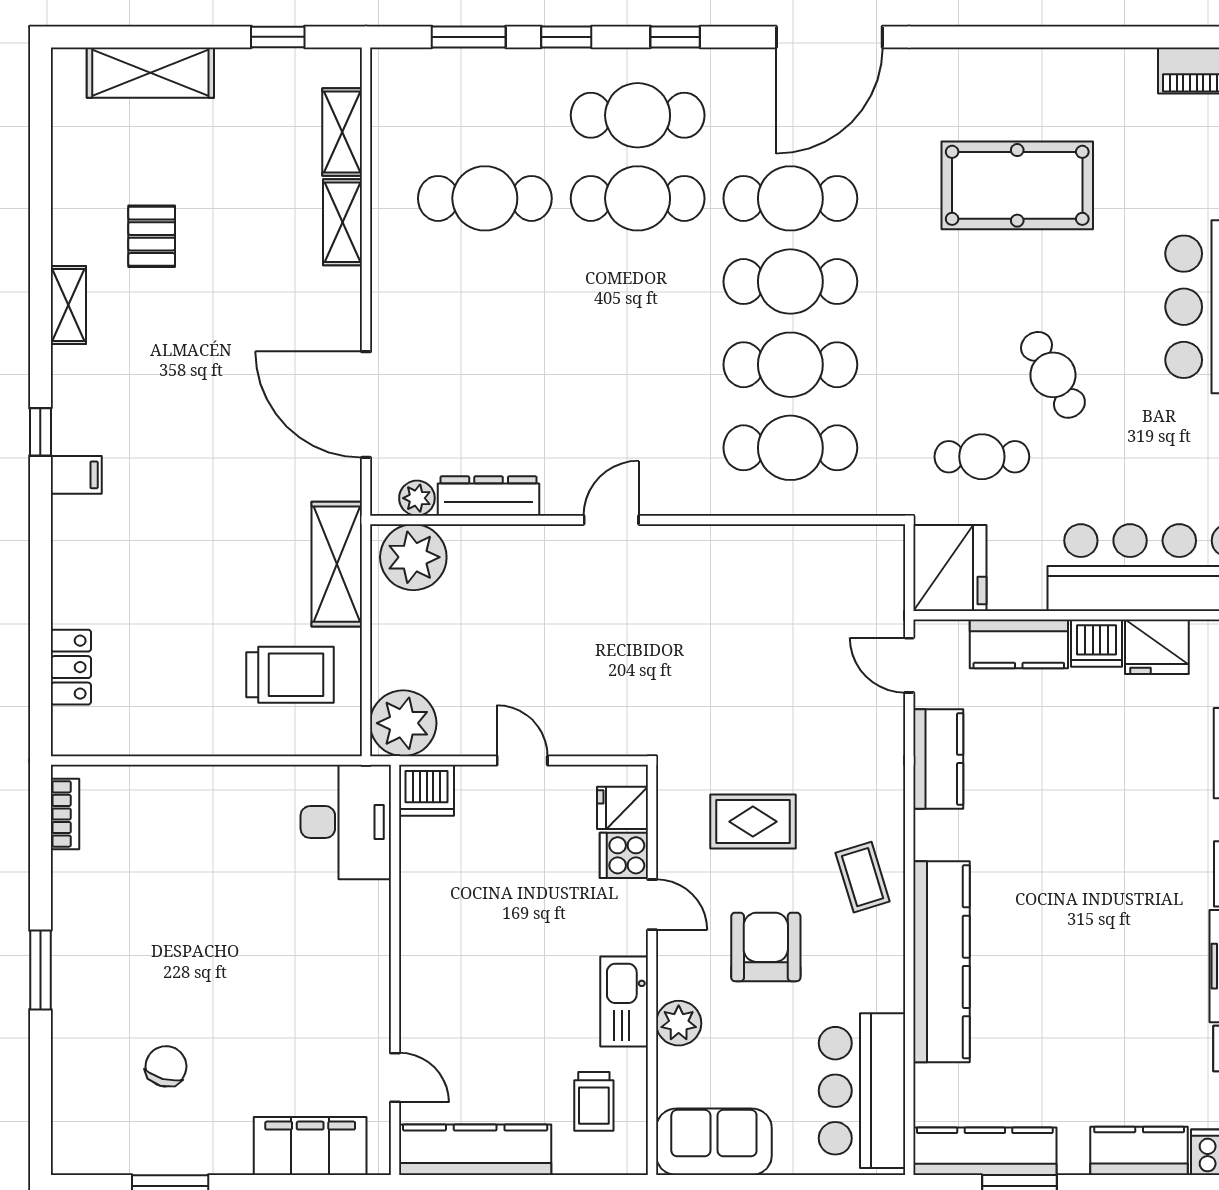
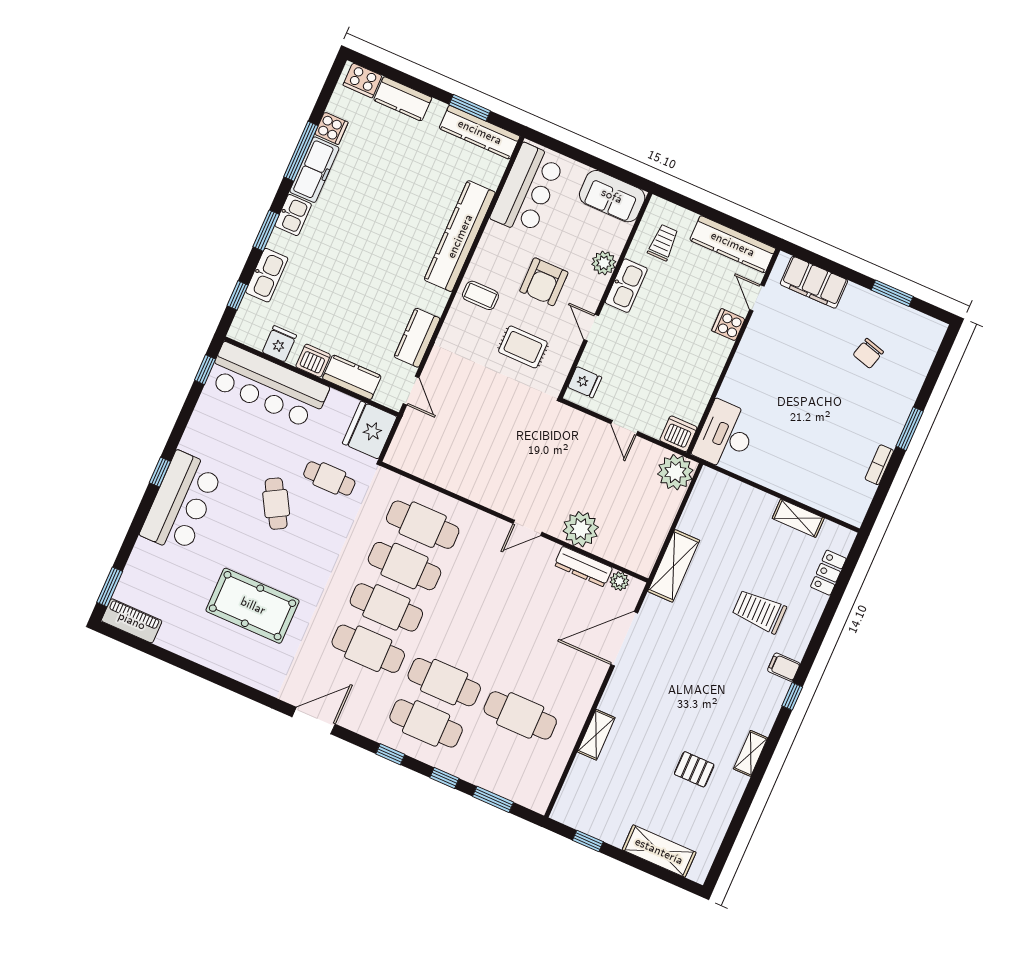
door: (829, 37) -> (314, 721), width x0.73
shelving: (342, 132) -> (798, 518), moved, turned 90
pallet: (152, 236) -> (694, 769), turned 90
door: (366, 405) -> (624, 639), swing flipped
plant: (413, 557) -> (581, 529), moved
fridge: (1157, 647) -> (279, 344), width x0.72
trolley: (290, 675) -> (759, 611), moved
bookcase: (65, 814) -> (879, 465), moved
cooker: (624, 855) -> (728, 325), moved, turned 180
coffee table: (863, 877) -> (480, 295), turned -73

